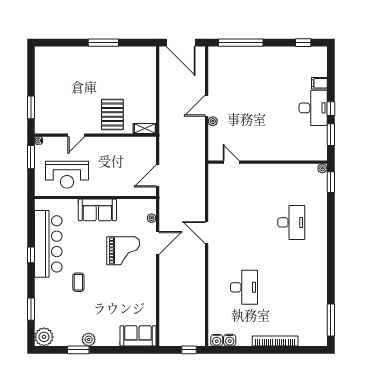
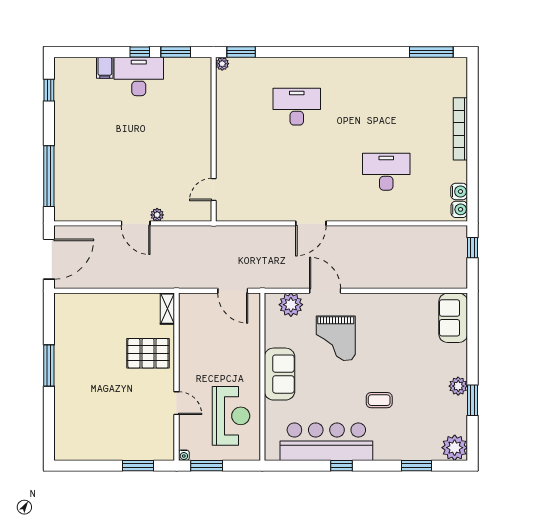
plant: (152, 218) -> (291, 305), width x1.87, depth x1.87
grand piano: (123, 251) -> (336, 338), turned 180

